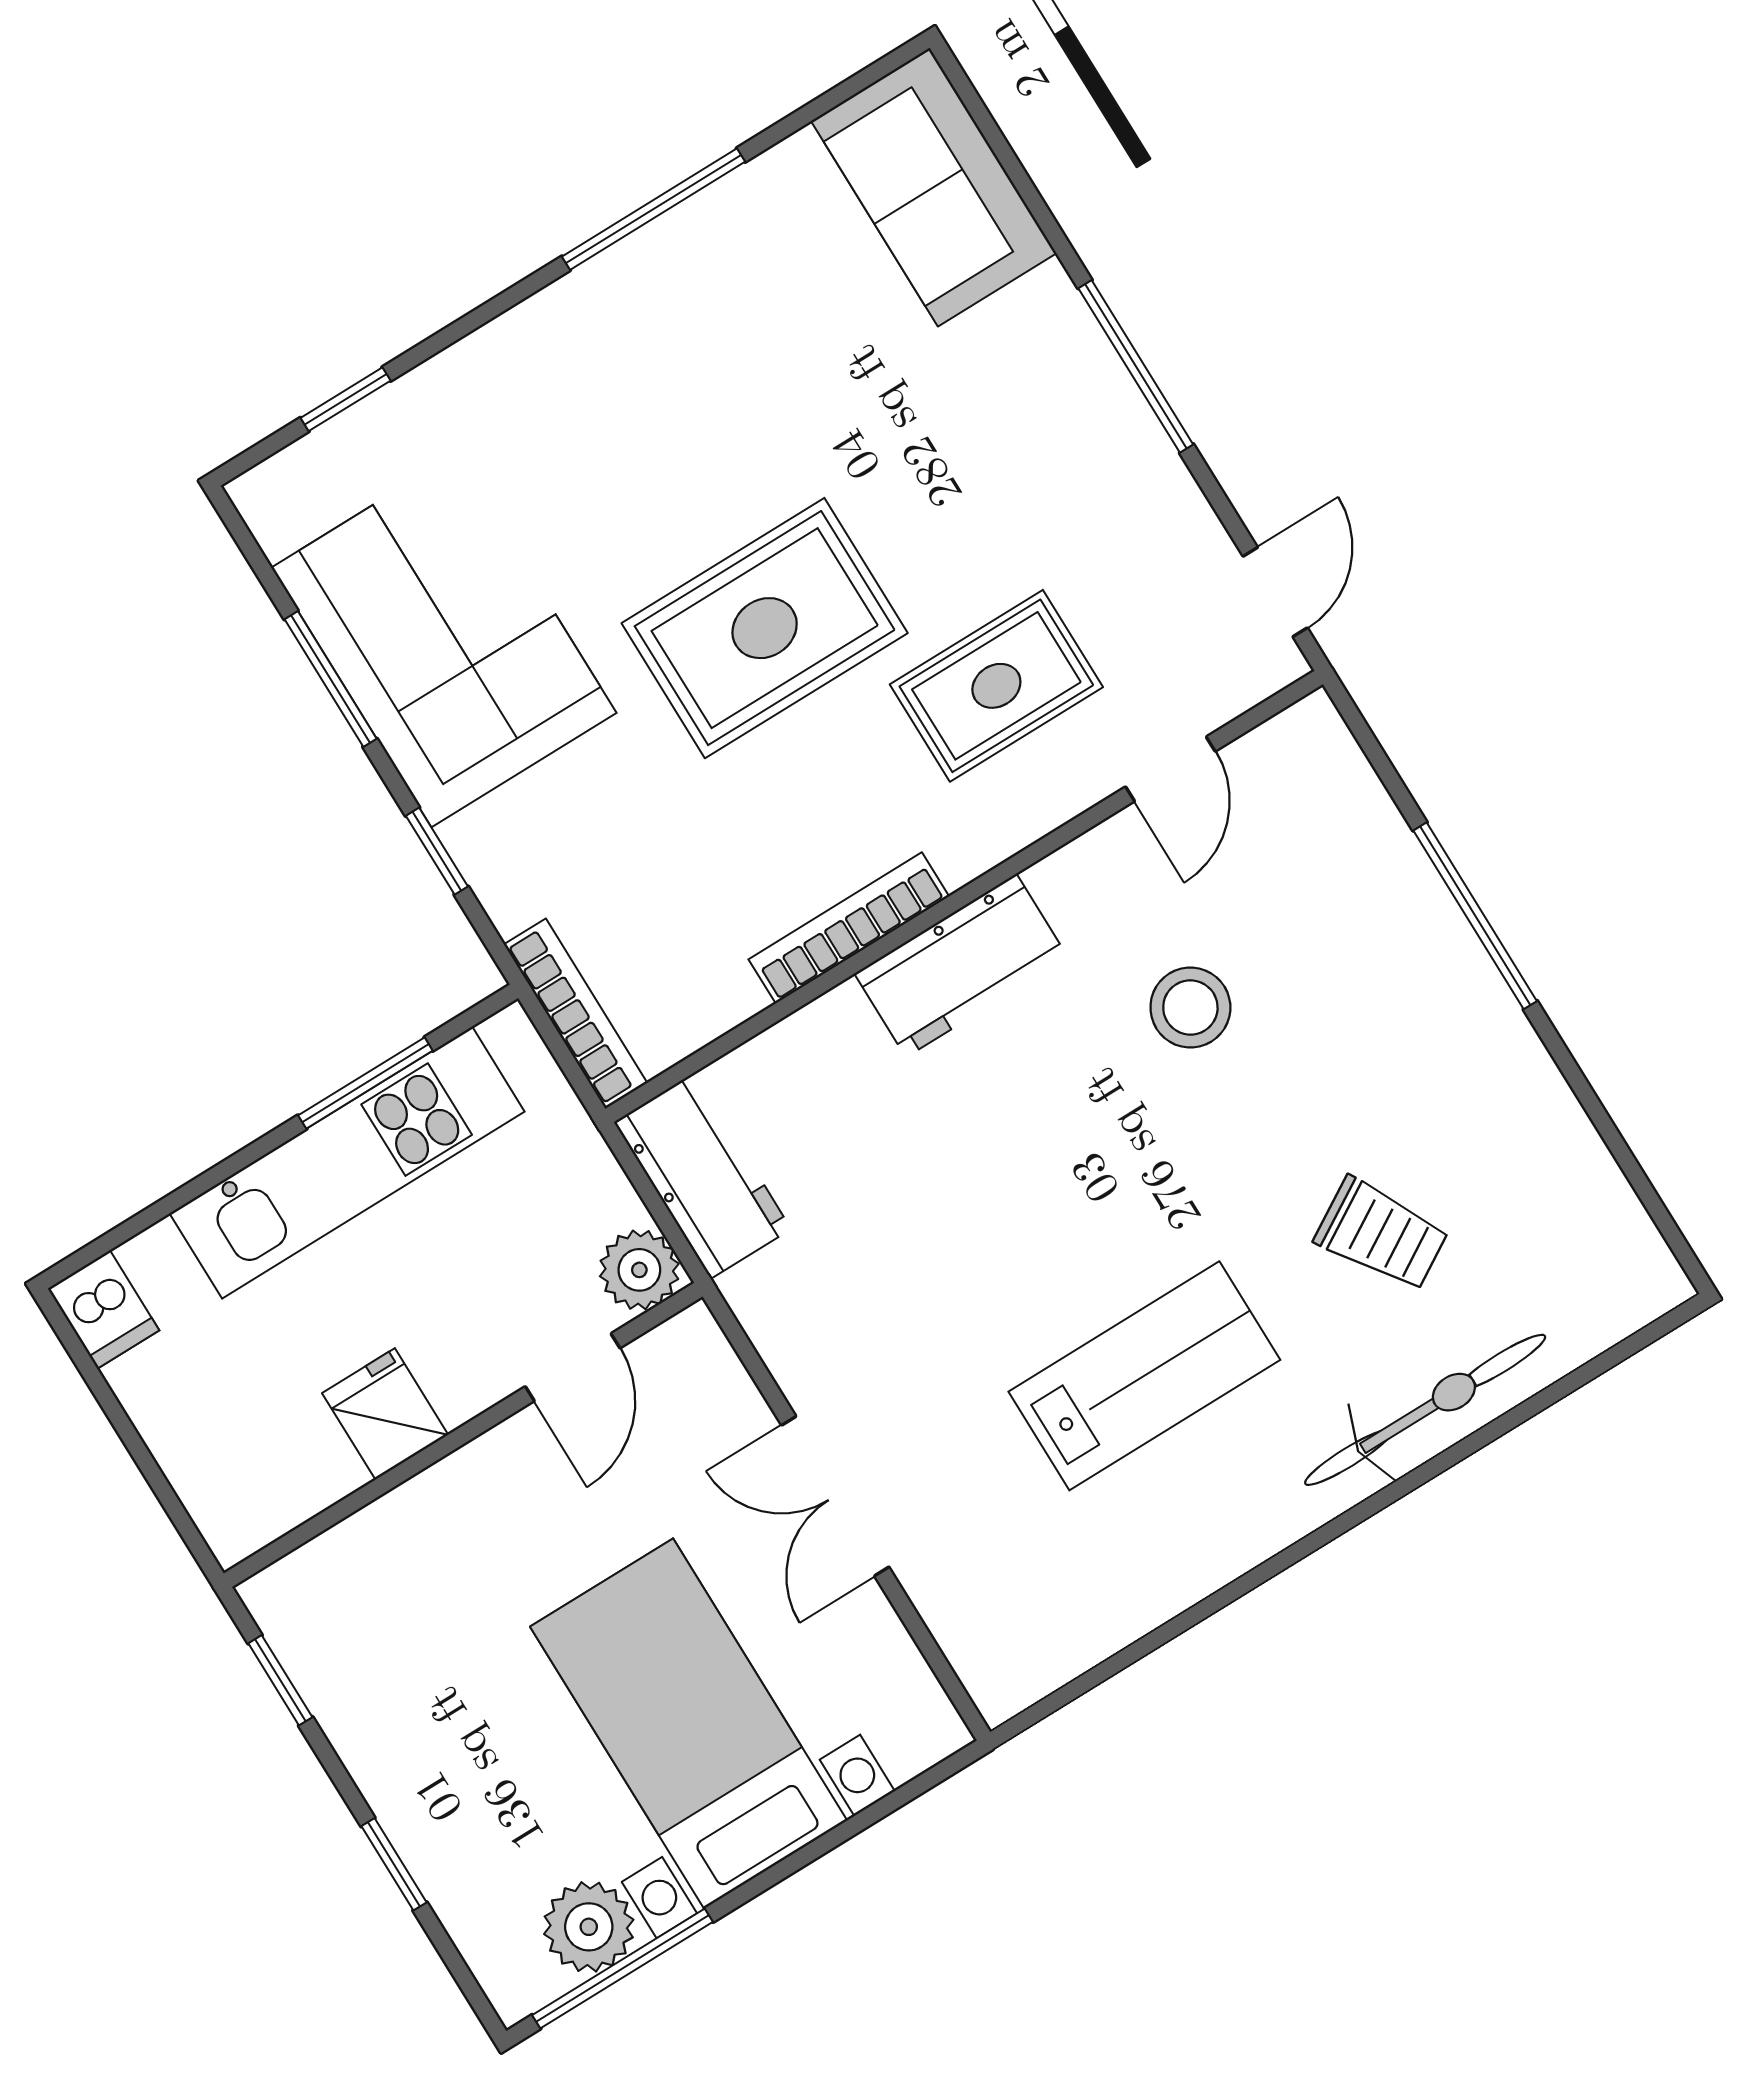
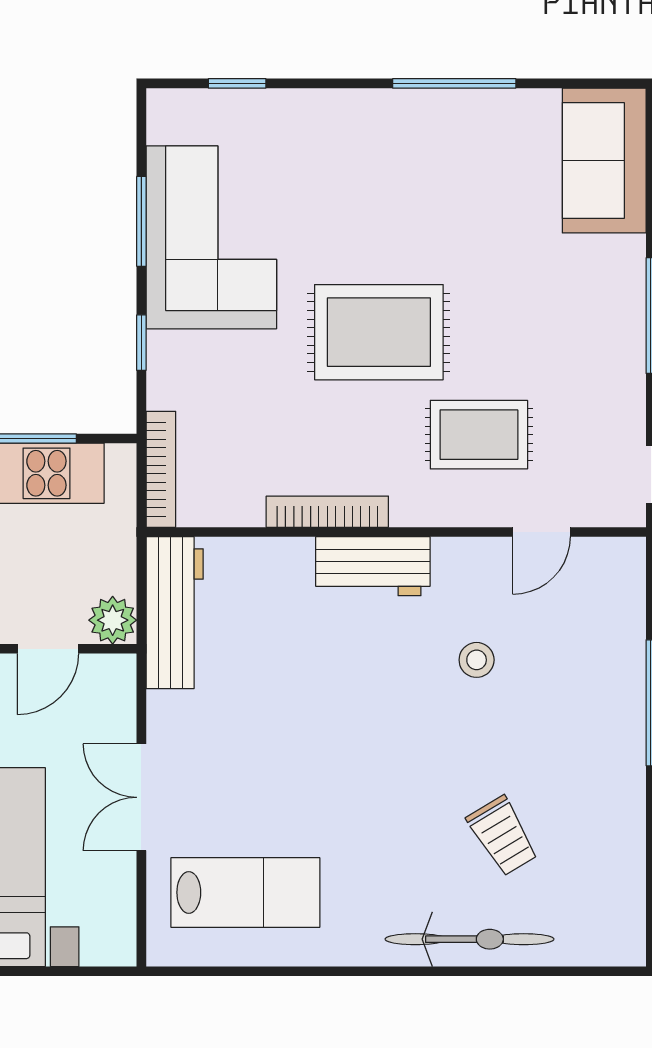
stool: (1190, 1008) -> (477, 660), width x0.73, depth x0.73
workbench: (702, 1176) -> (175, 613), width x1.37
lab bench: (1144, 1376) -> (245, 892), moved

